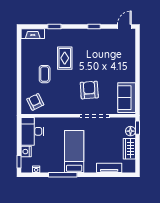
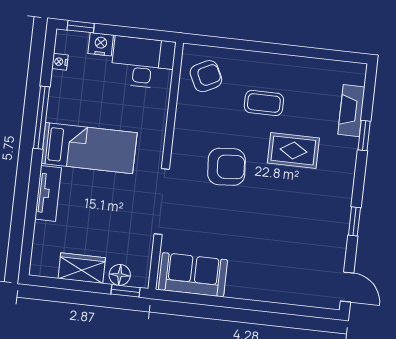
fireplace: (33, 34) -> (351, 111), moved
armchair: (89, 90) -> (226, 167), moved
tv unit: (109, 168) -> (48, 193), moved

